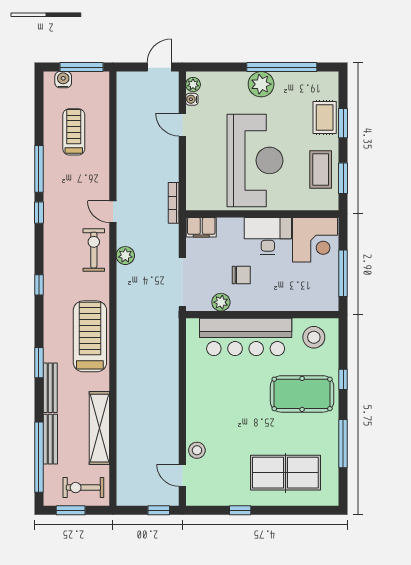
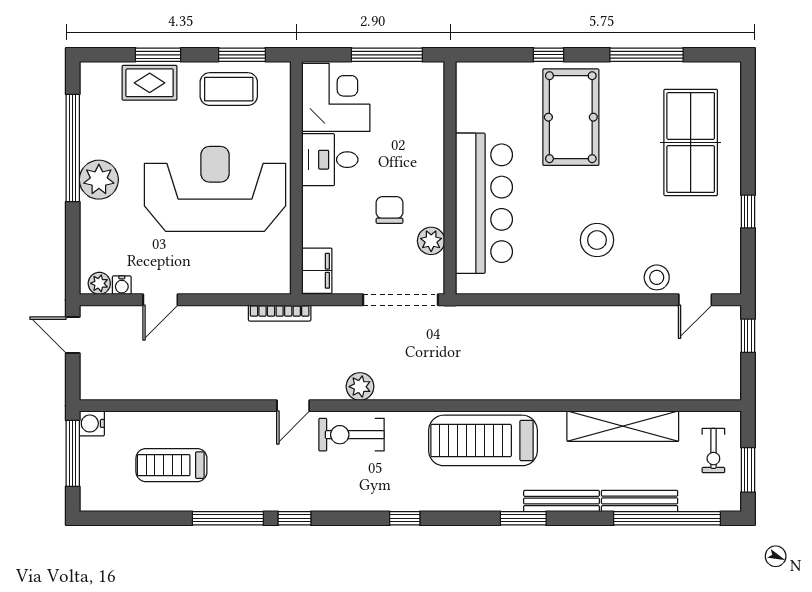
water cooler: (63, 80) -> (92, 423), moved
desk: (268, 236) -> (330, 160), width x0.73
stool: (314, 337) -> (597, 240), moved
exercise bike: (83, 488) -> (713, 451), width x0.73, depth x0.72

